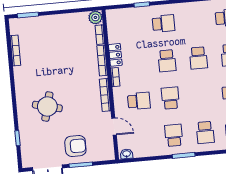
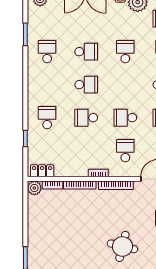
locker: (115, 55) -> (42, 171), moved
school desk: (167, 61) -> (86, 118), turned 180

